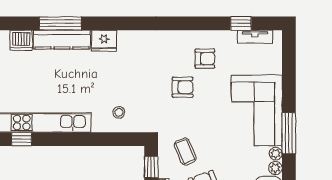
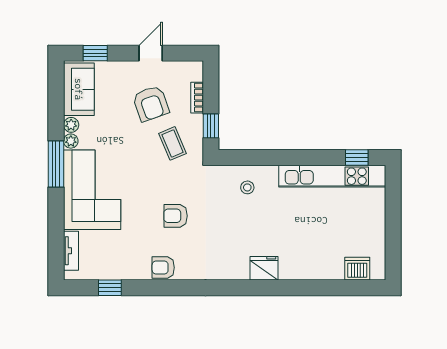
window: (60, 23) -> (313, 288), removed
tv unit: (255, 37) -> (71, 251), moved, turned 90
kitchen counter: (62, 40) -> (311, 270), removed
armchair: (205, 59) -> (163, 268), moved

